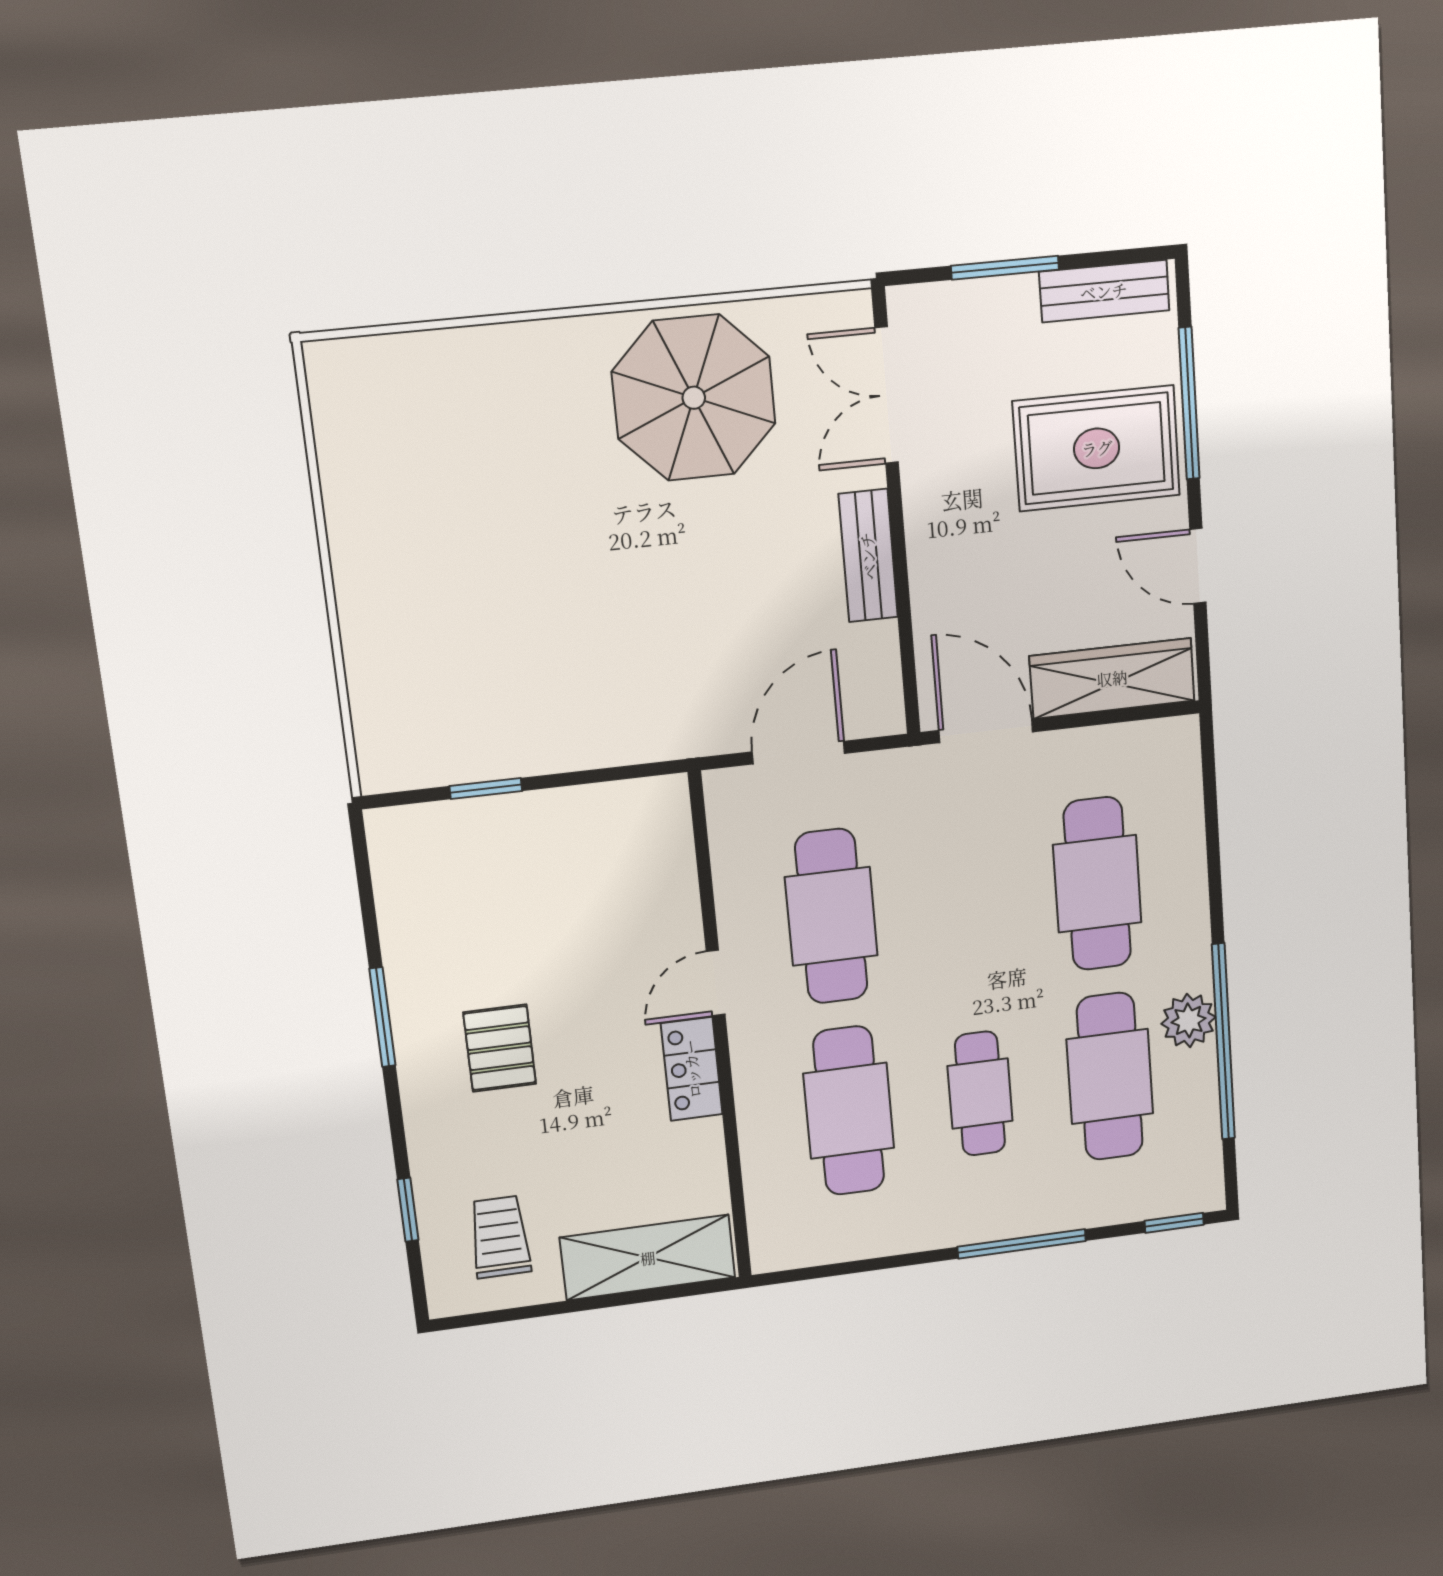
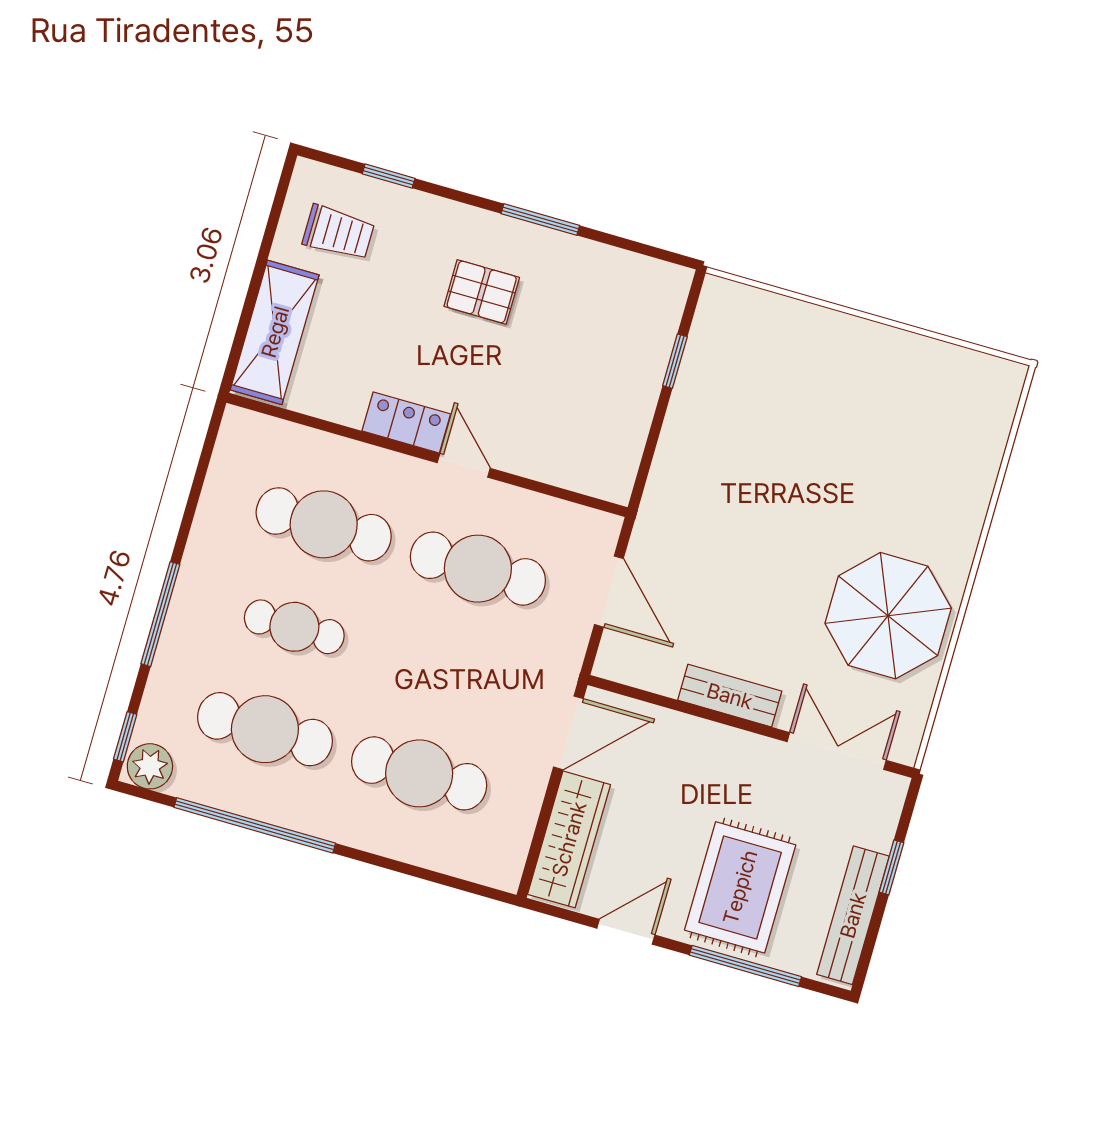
window: (1005, 268) -> (891, 867), width x0.67
bench: (1104, 291) -> (853, 915), width x1.36
plant: (1189, 1020) -> (150, 766), moved

